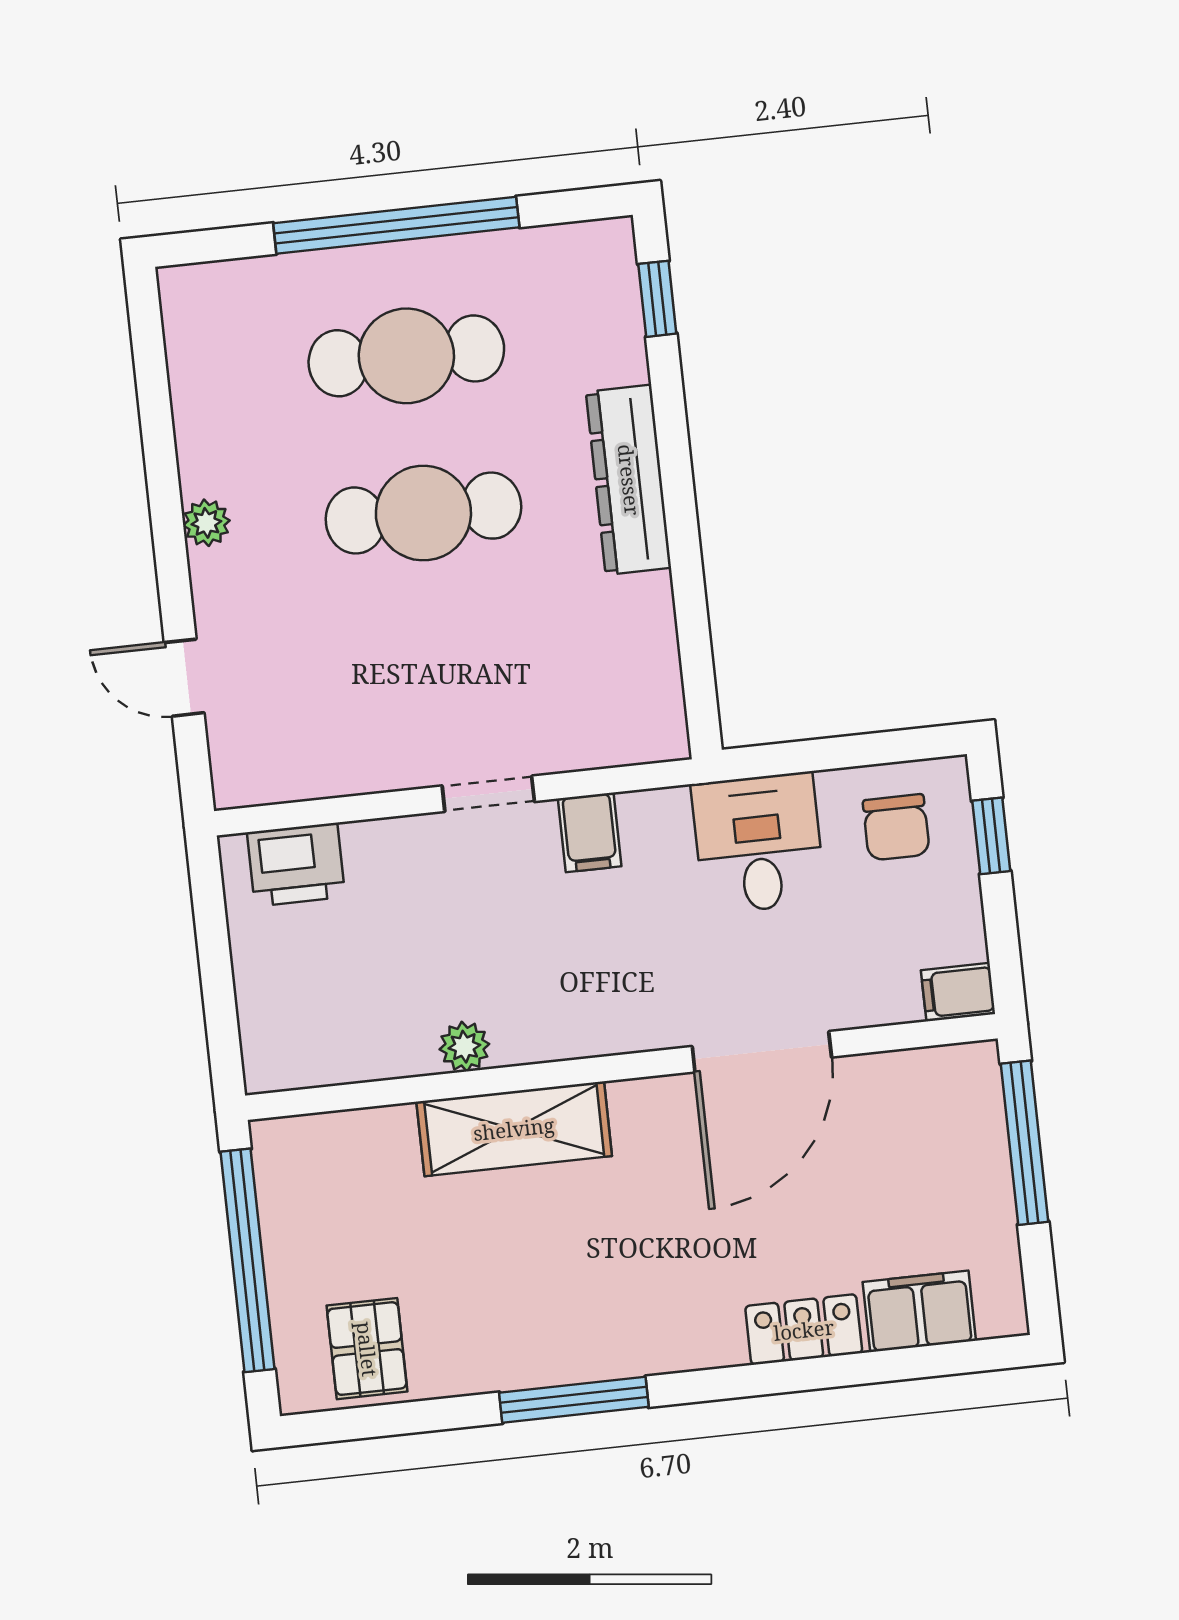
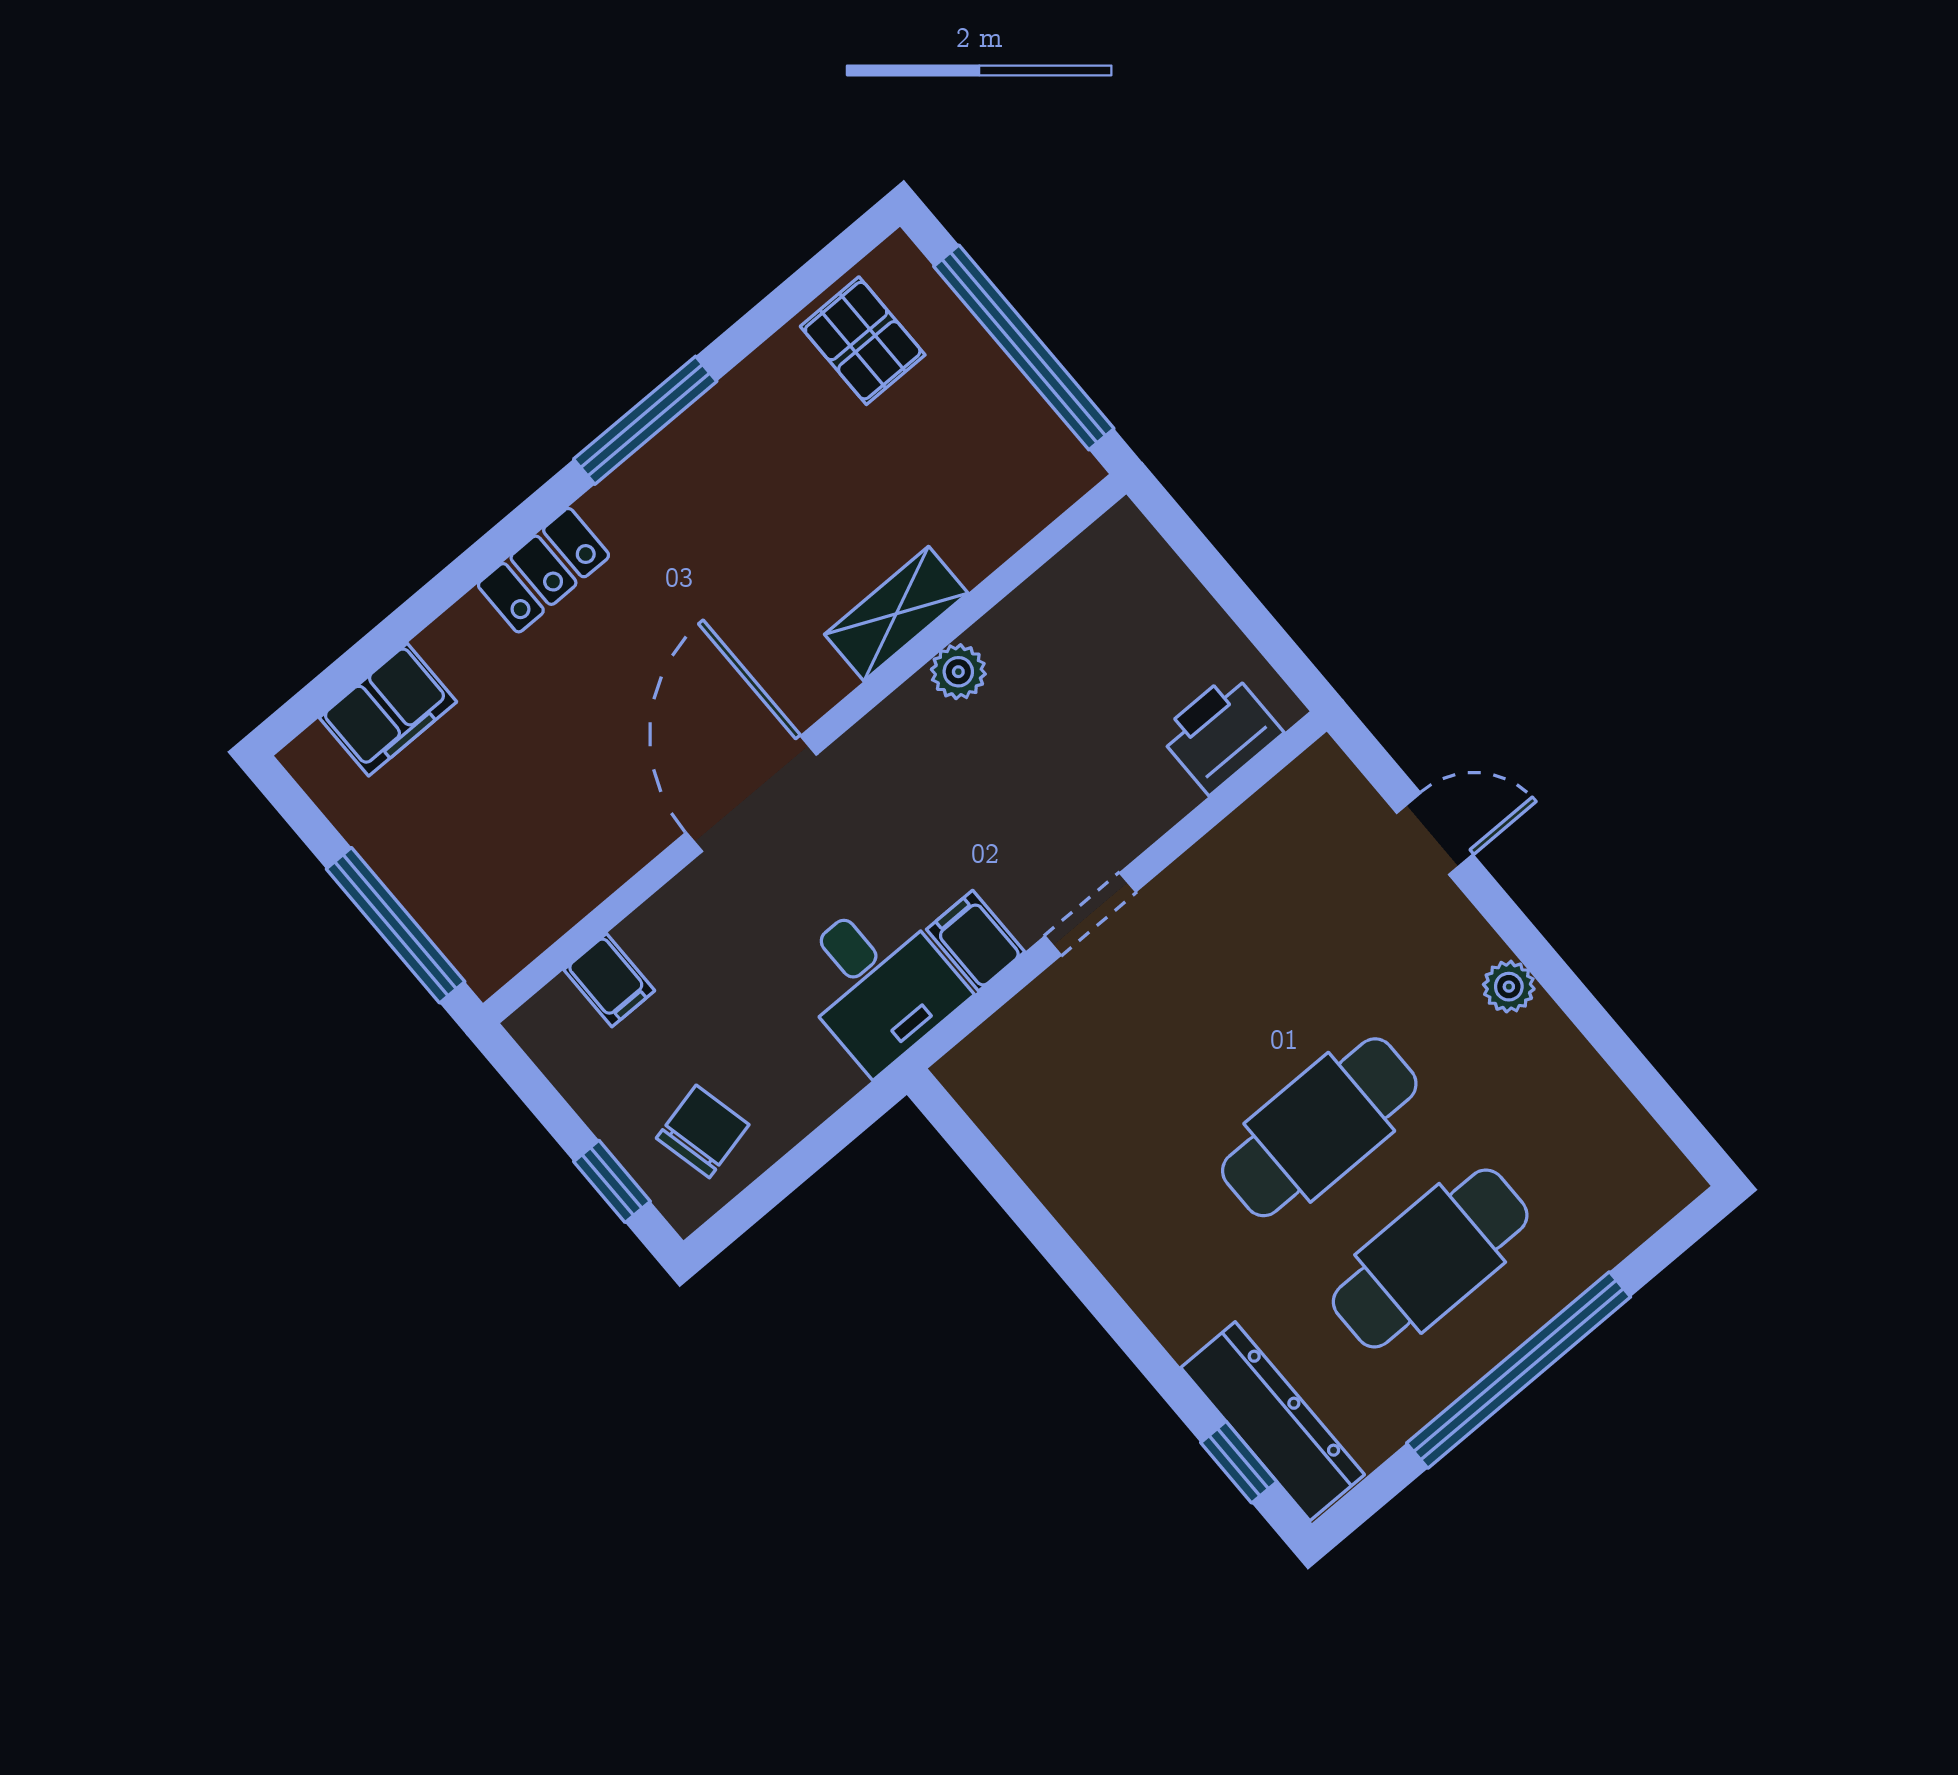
dresser: (629, 480) -> (1273, 1421), moved
chair: (896, 827) -> (703, 1131), turned 77
desk: (758, 843) -> (877, 983), moved
filing cabinet: (958, 992) -> (609, 980), moved, turned 90
door: (762, 1052) -> (751, 794), moved
shelving: (514, 1129) -> (896, 614), width x0.67, depth x0.75
locker: (804, 1330) -> (543, 570), moved

